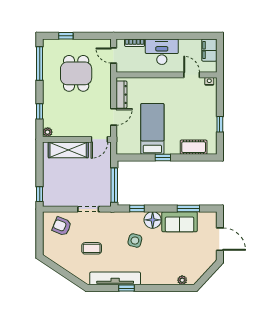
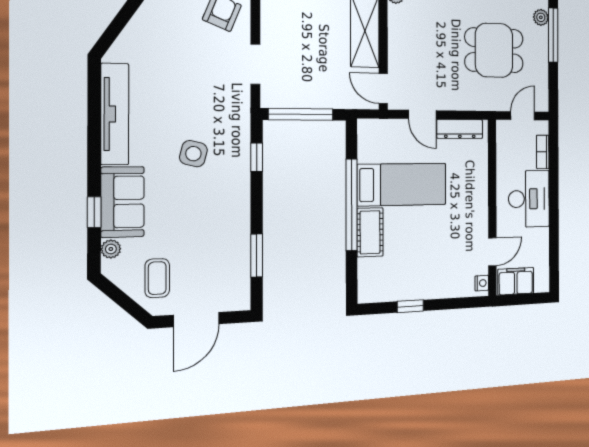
window: (66, 36) -> (553, 35), width x2.17
plant: (56, 44) -> (541, 17), added
filing cabinet: (209, 50) -> (516, 281), moved
cot: (194, 147) -> (370, 232), moved
window: (163, 157) -> (352, 205), width x3.17
floor lamp: (153, 220) -> (234, 187), removed
sofa: (180, 222) -> (123, 202), moved, turned 180
coffee table: (92, 248) -> (157, 278), moved
window: (126, 288) -> (94, 212), moved

